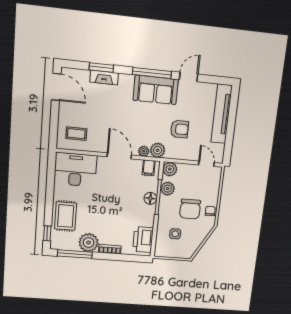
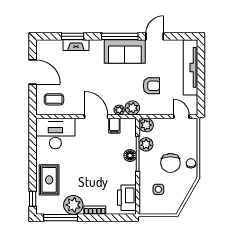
door: (56, 87) -> (33, 72), moved
filing cabinet: (149, 168) -> (114, 126), moved

